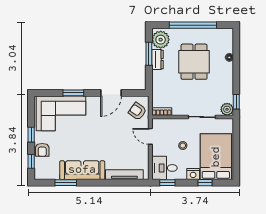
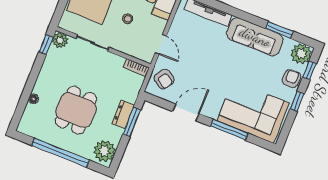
window: (149, 54) -> (132, 122), moved
dresser: (157, 60) -> (123, 114), moved
window: (73, 93) -> (229, 130), width x1.44
plant: (42, 171) -> (301, 54), added

